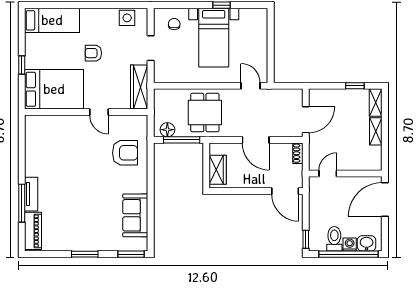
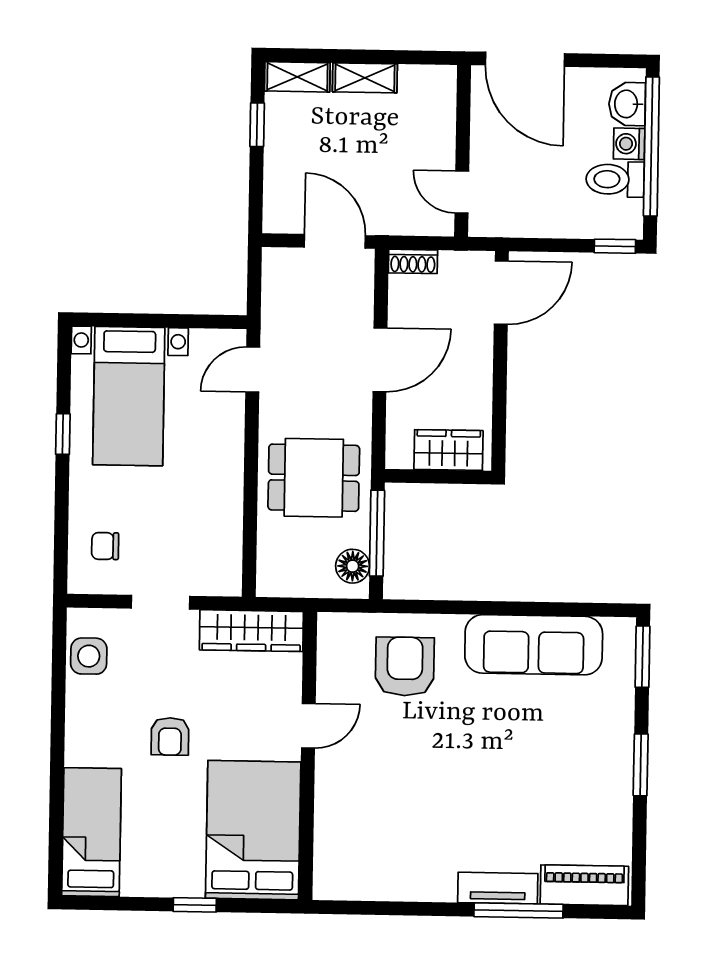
bed with nightstands: (214, 38) -> (129, 396), moved, turned 90
sofa: (135, 215) -> (534, 645), width x1.36

